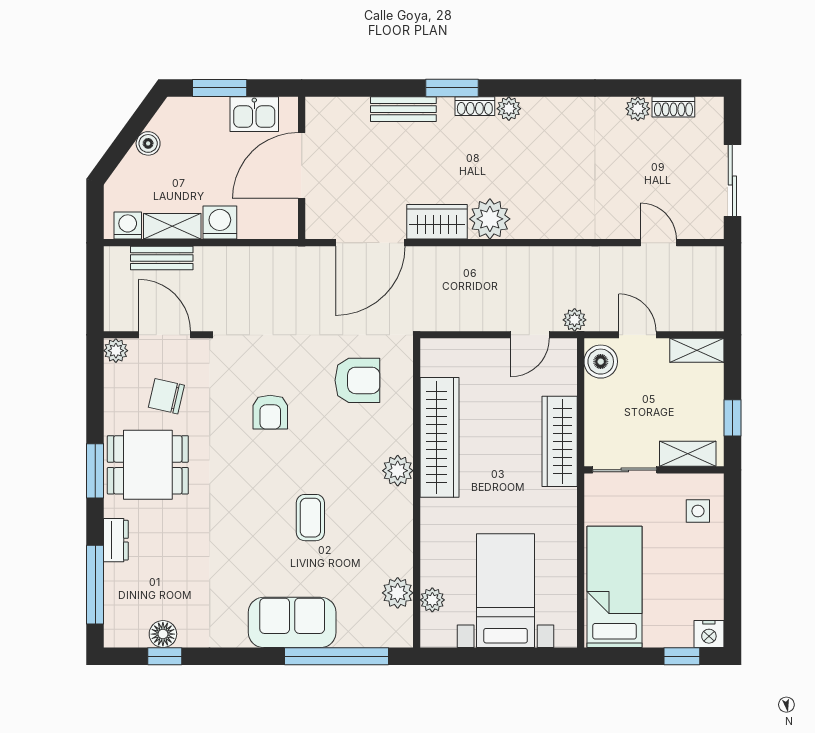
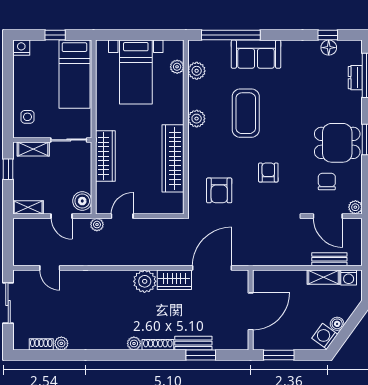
window: (220, 88) -> (279, 355), moved
window: (452, 88) -> (201, 355), moved
shoe rack: (475, 106) -> (158, 345), width x1.43
kitchen sink: (254, 114) -> (277, 340), removed
washing machine: (220, 223) -> (325, 336), moved, turned 126
armchair: (357, 380) -> (219, 190), turned -90
chair: (166, 396) -> (327, 182), turned -103
plant: (398, 471) -> (197, 119), moved
coffee table: (310, 518) -> (246, 113), width x1.86, depth x1.72
dresser: (116, 540) -> (355, 78), moved
window: (682, 656) -> (55, 35), moved

